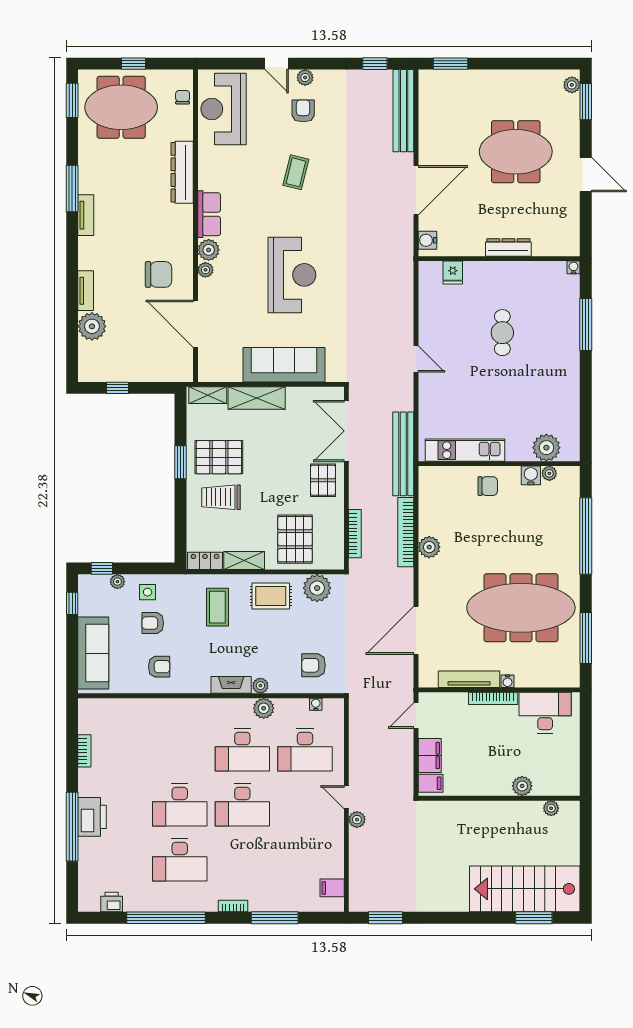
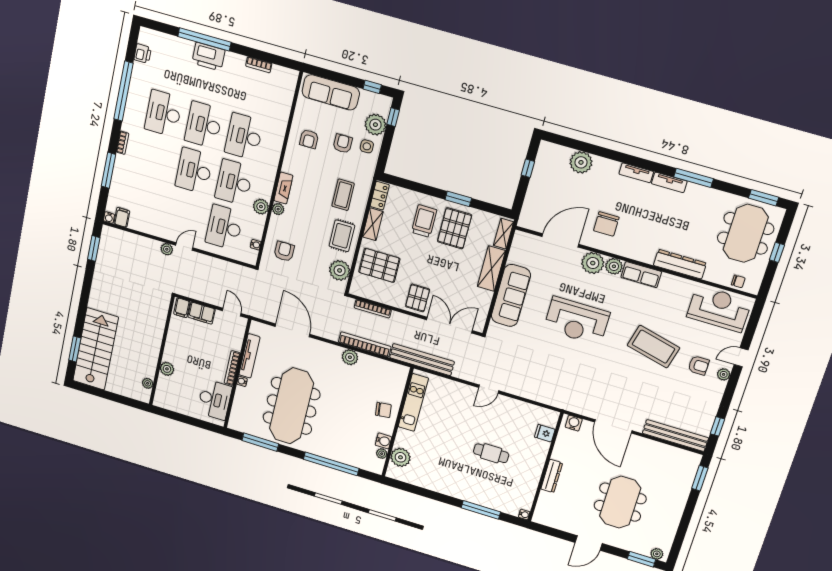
coffee table: (296, 172) -> (653, 347), width x1.86, depth x1.72
plant: (205, 270) -> (593, 263), width x1.88, depth x1.88
tv unit: (86, 291) -> (636, 173), moved
pallet: (323, 480) -> (418, 298), turned 90
chair: (488, 486) -> (383, 410), turned -97
plant: (117, 582) -> (375, 125), width x1.87, depth x1.87
coffee table: (217, 607) -> (343, 195), turned 90
desk: (180, 750) -> (244, 136), added
water cooler: (337, 905) -> (109, 218), added

